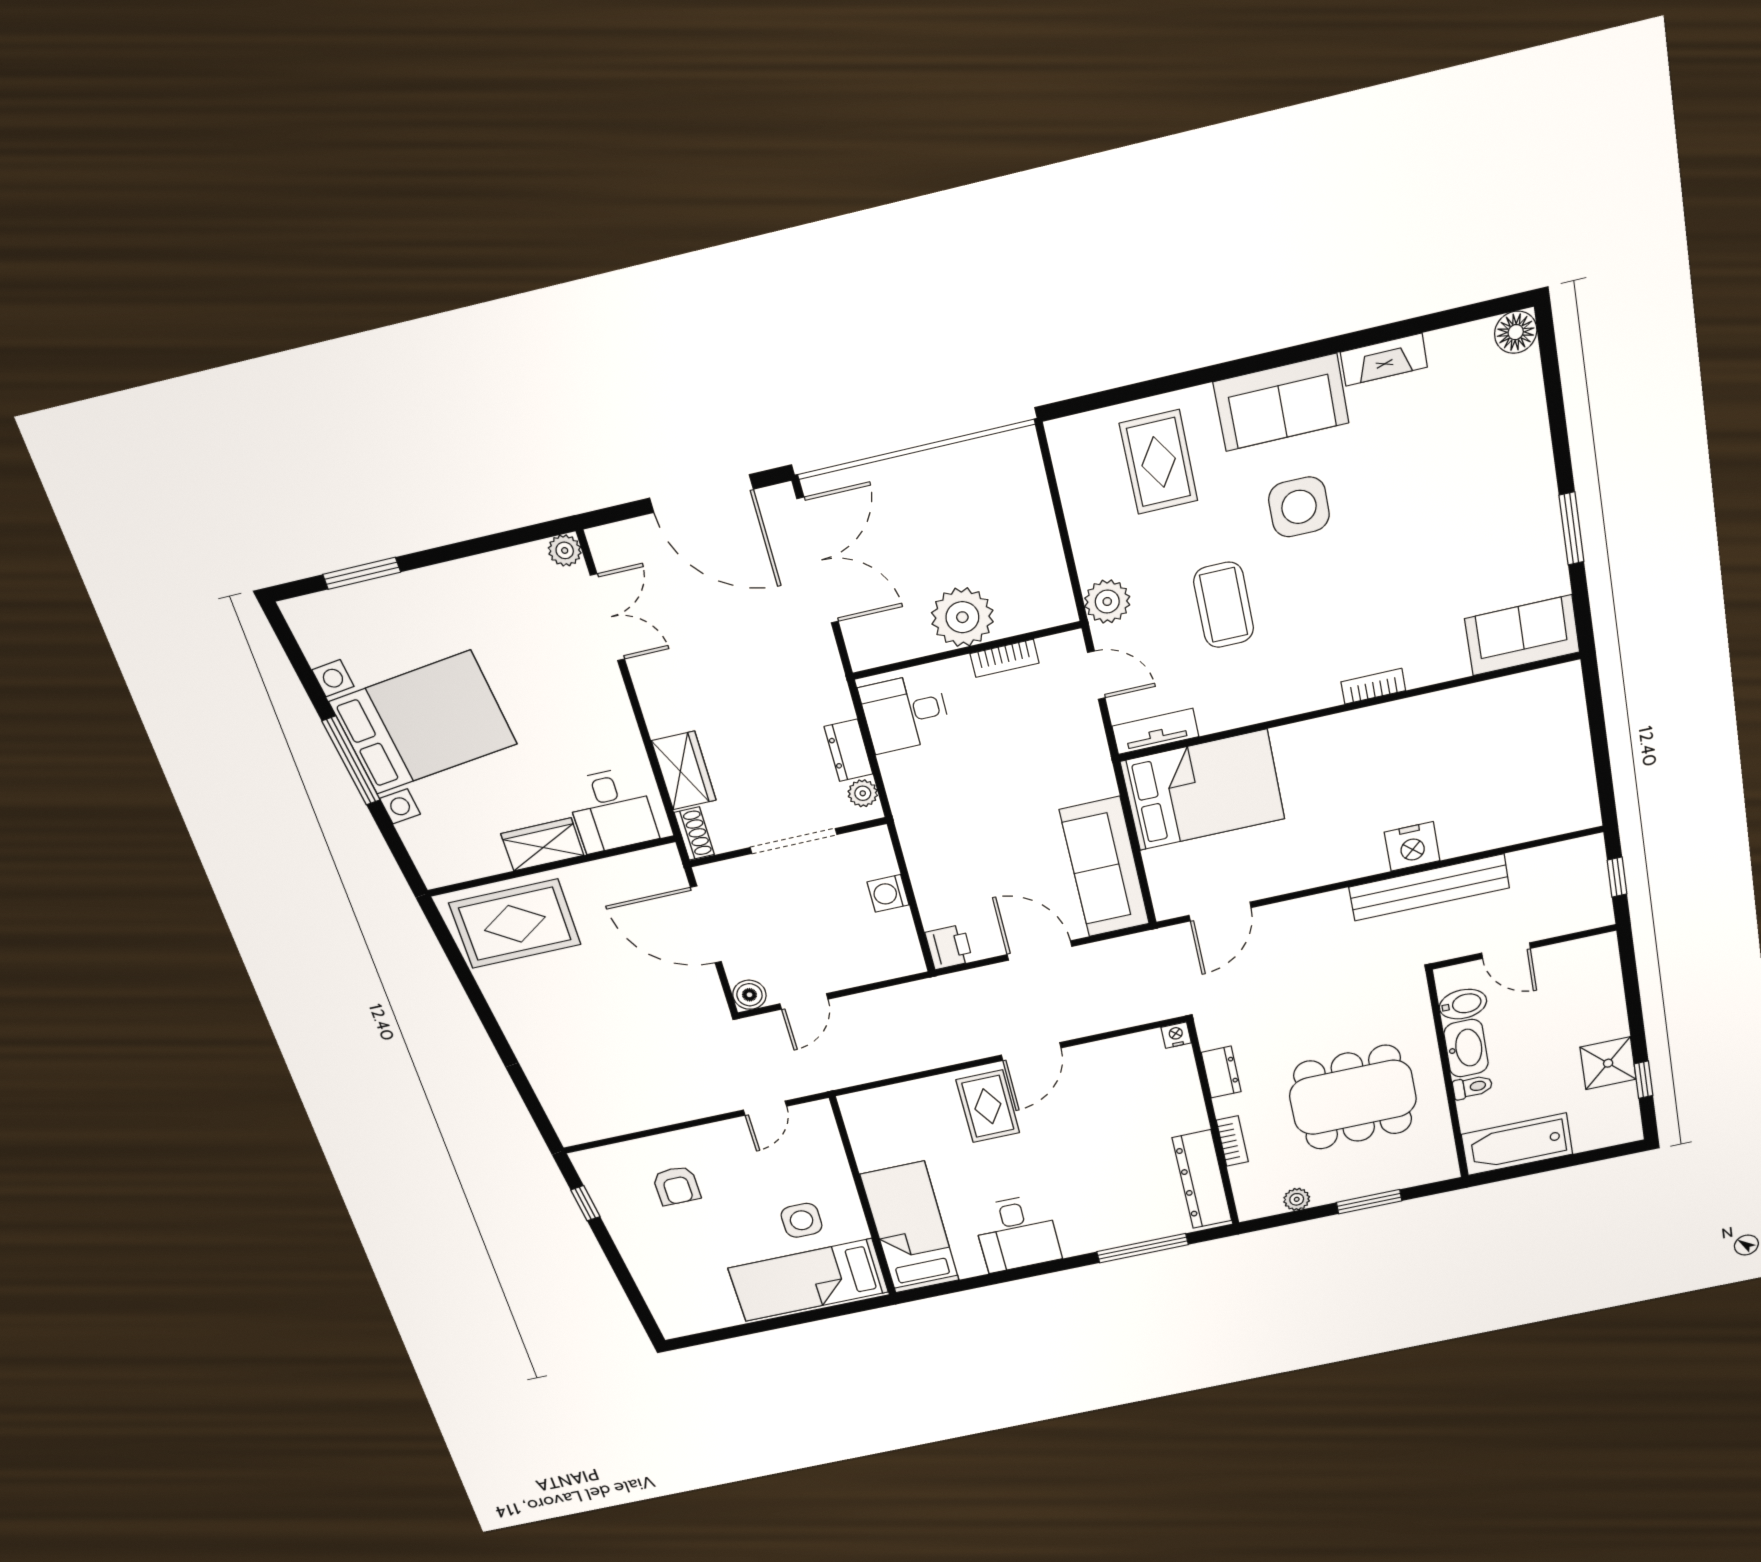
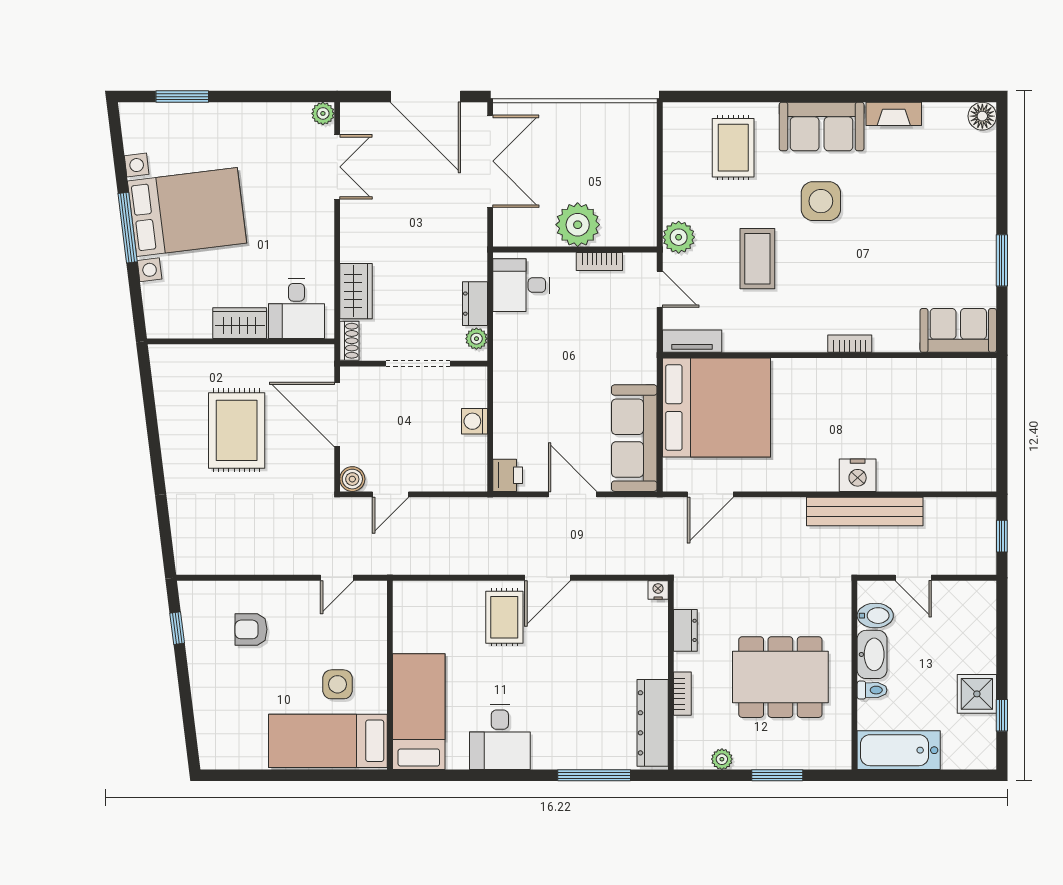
bed: (1203, 790) -> (716, 408), width x1.36
rug: (515, 924) -> (237, 430), moved, turned 90
armchair: (676, 1186) -> (251, 629), turned 90

